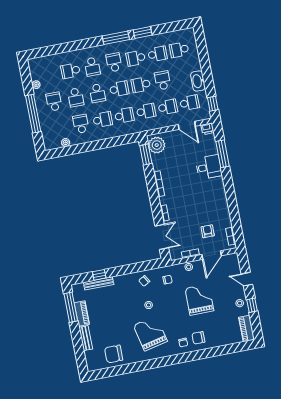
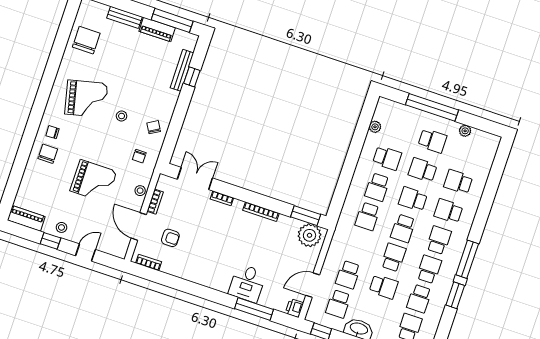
school desk: (114, 62) -> (439, 240), turned -90
school desk: (71, 71) -> (458, 182), turned -90
school desk: (146, 111) -> (358, 246), removed
double door: (162, 237) -> (195, 179), swing flipped

